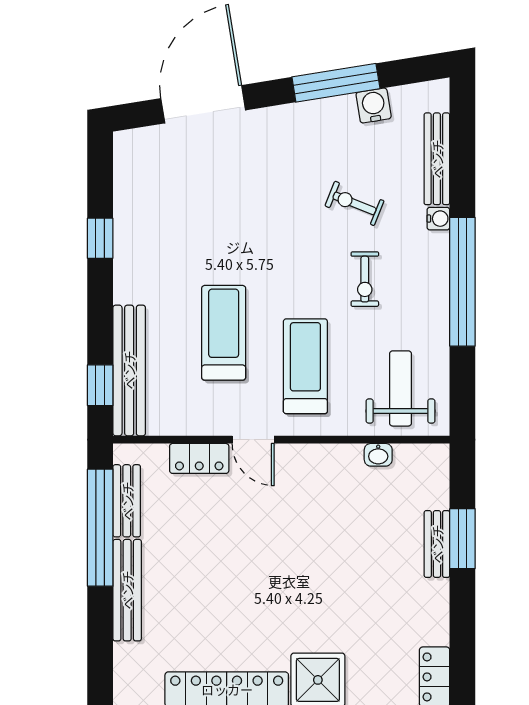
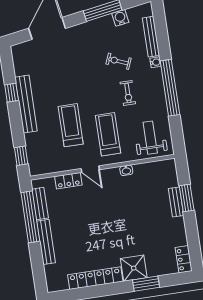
bench: (129, 370) -> (26, 104), moved
washbasin: (378, 455) -> (126, 170), moved

